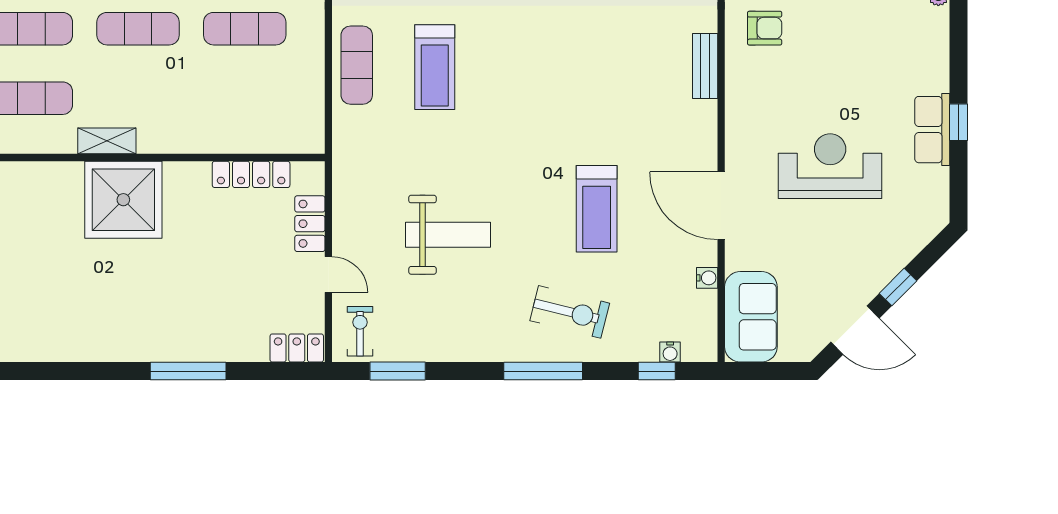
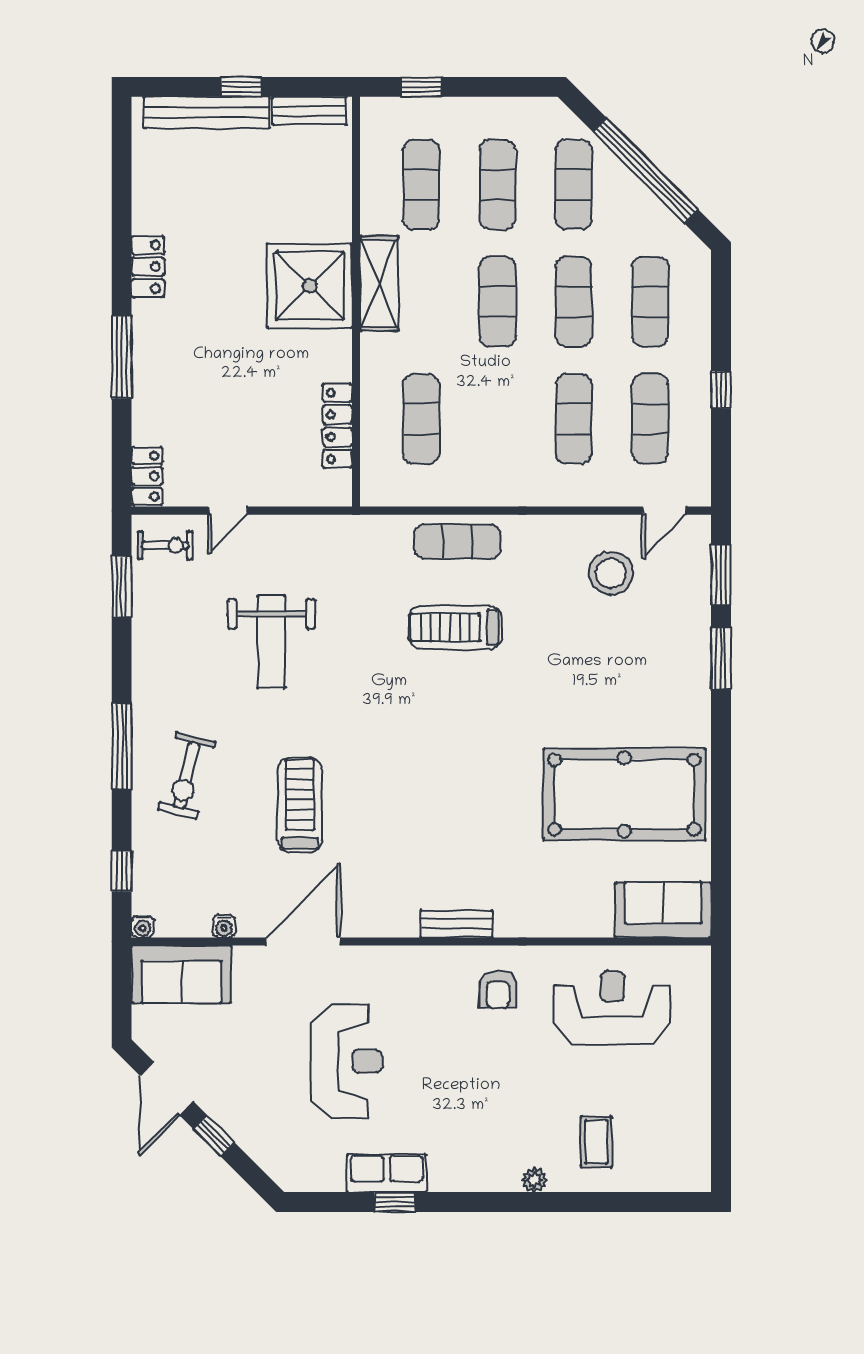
exercise mat: (245, 29) -> (421, 419), moved
shelving: (107, 141) -> (379, 283), width x1.50, depth x1.33
treadmill: (597, 209) -> (300, 805), turned 90
locker: (310, 224) -> (148, 267), moved, turned 90
water cooler: (670, 352) -> (143, 927), moved, turned -90

